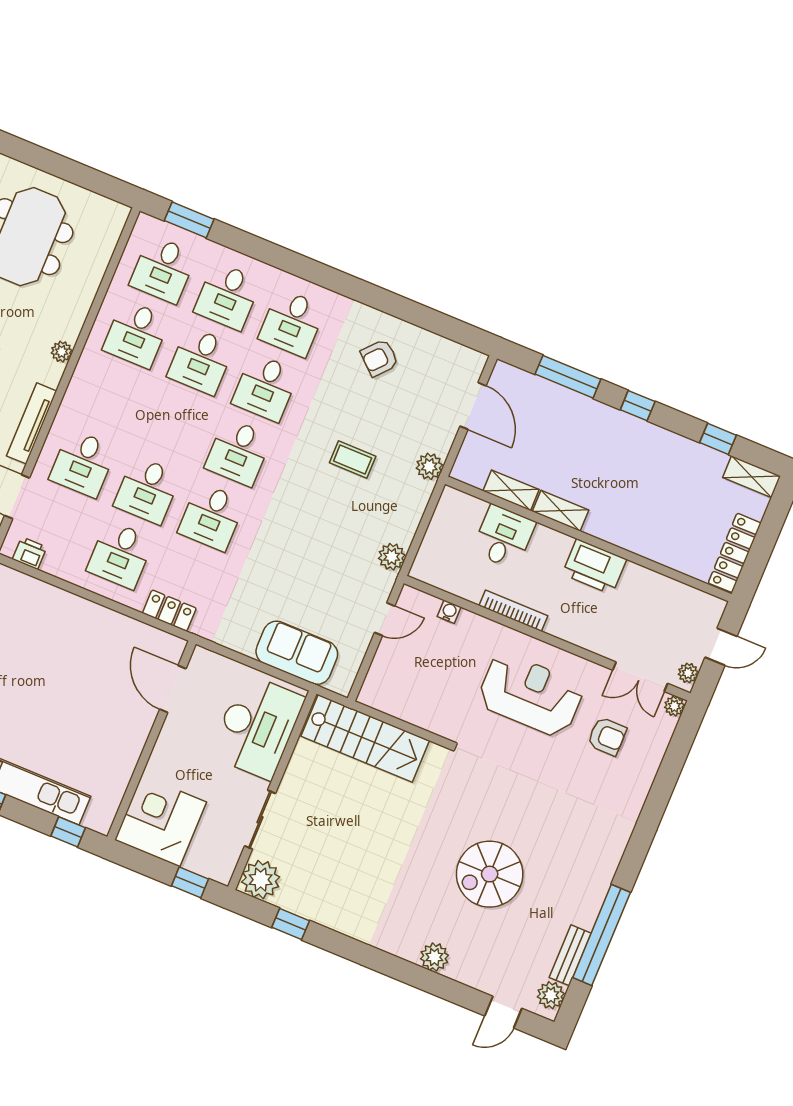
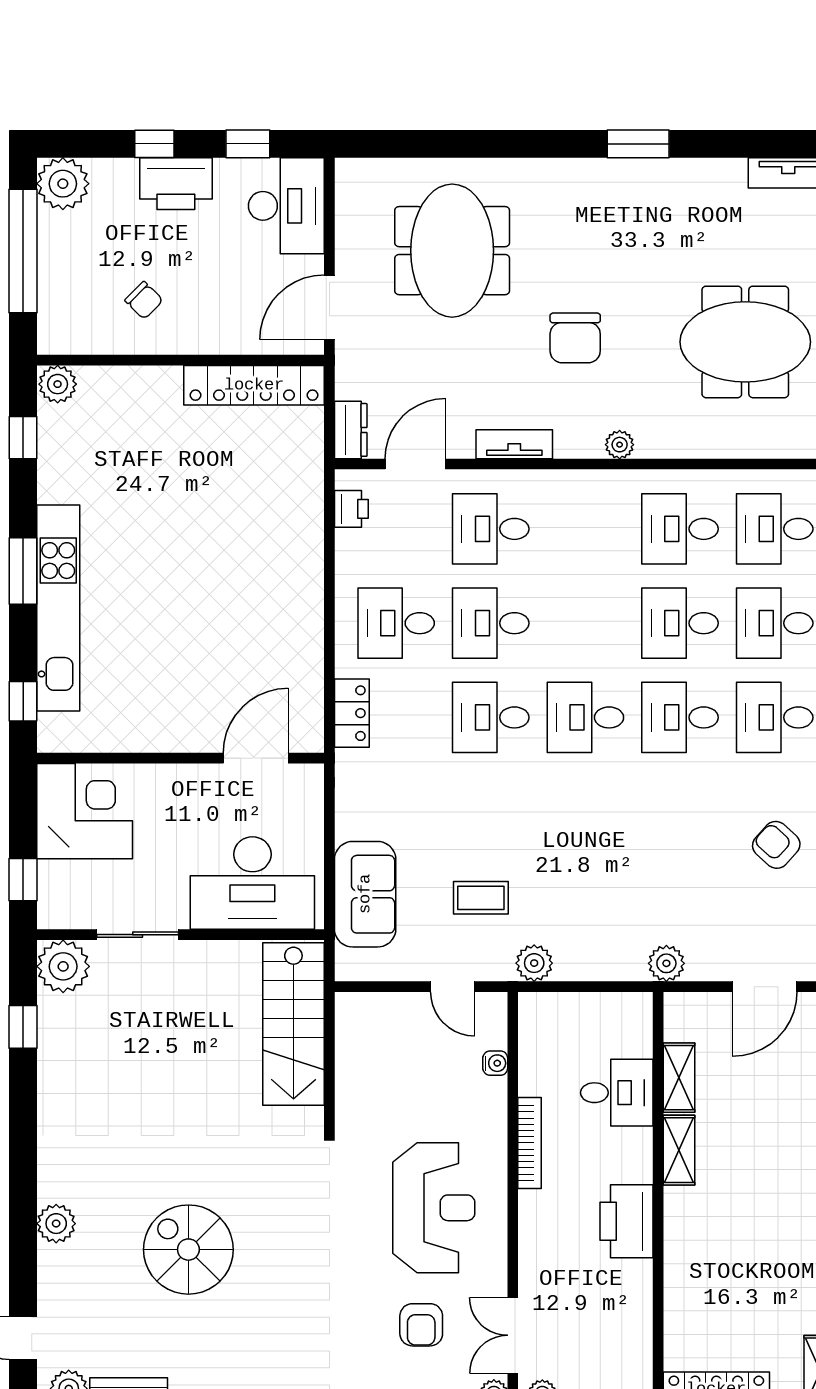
tv unit: (32, 423) -> (514, 444), width x0.71
coffee table: (353, 460) -> (481, 898), moved, turned 90

